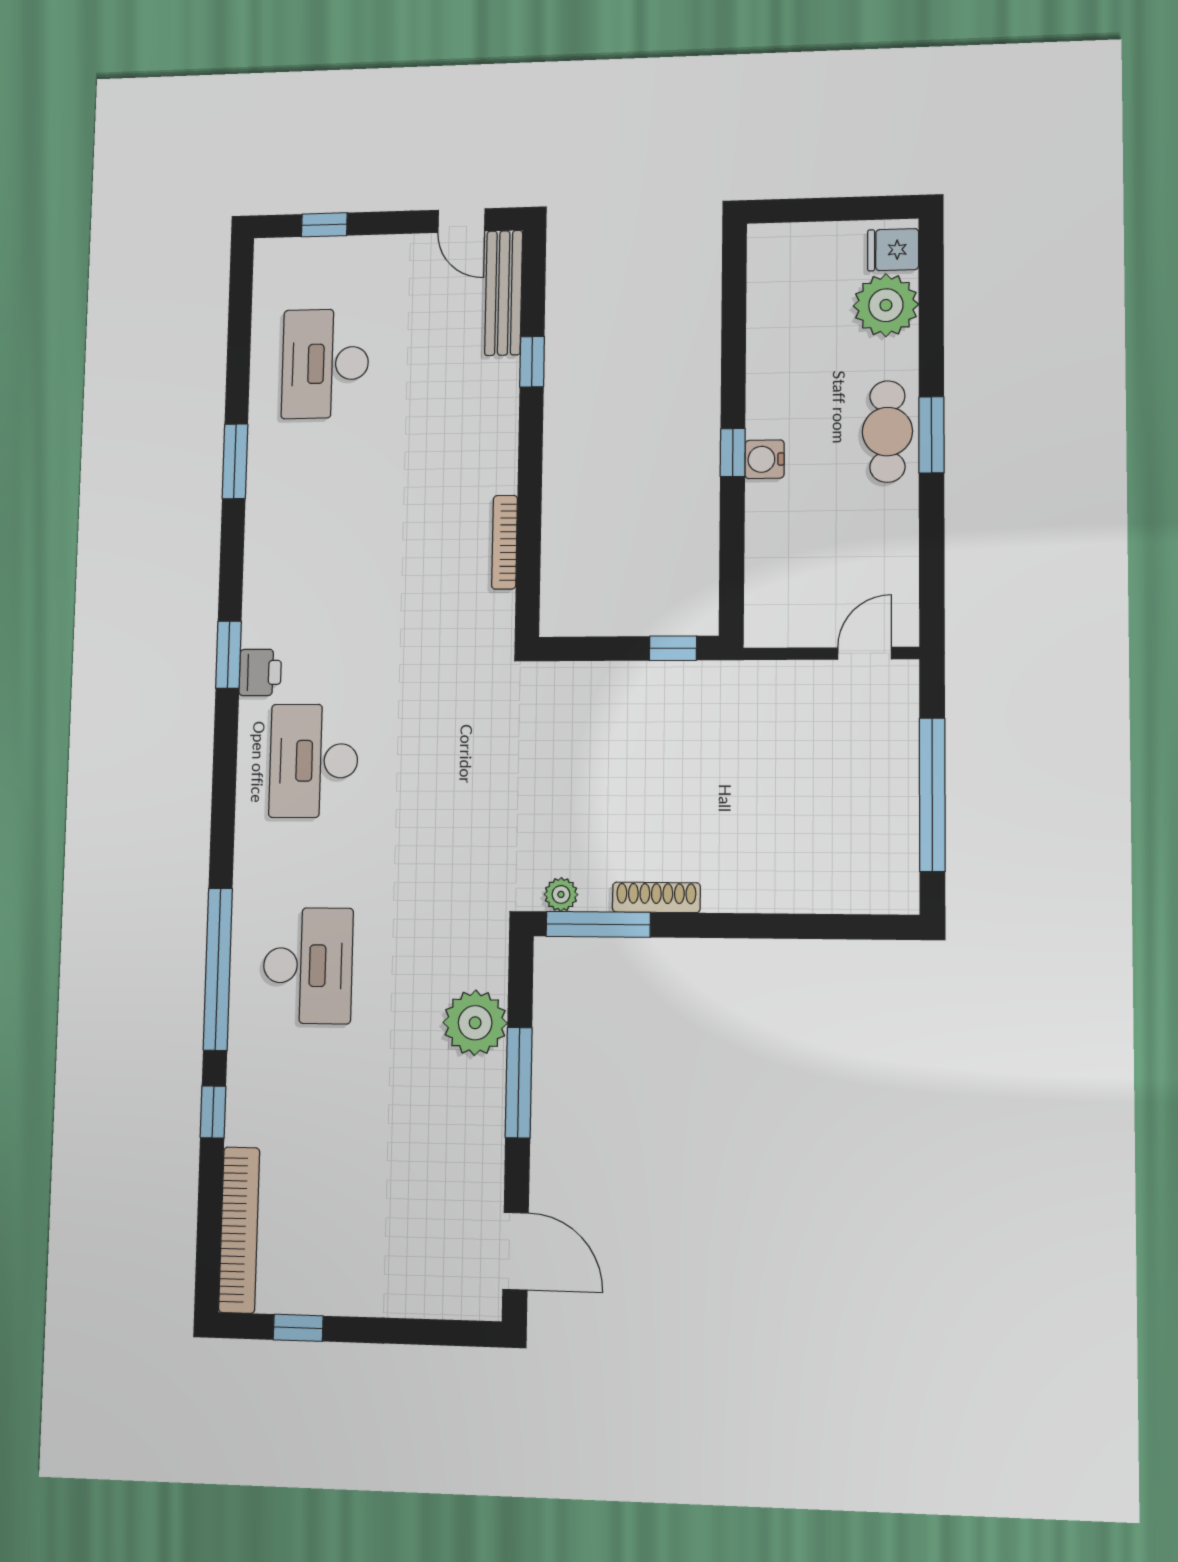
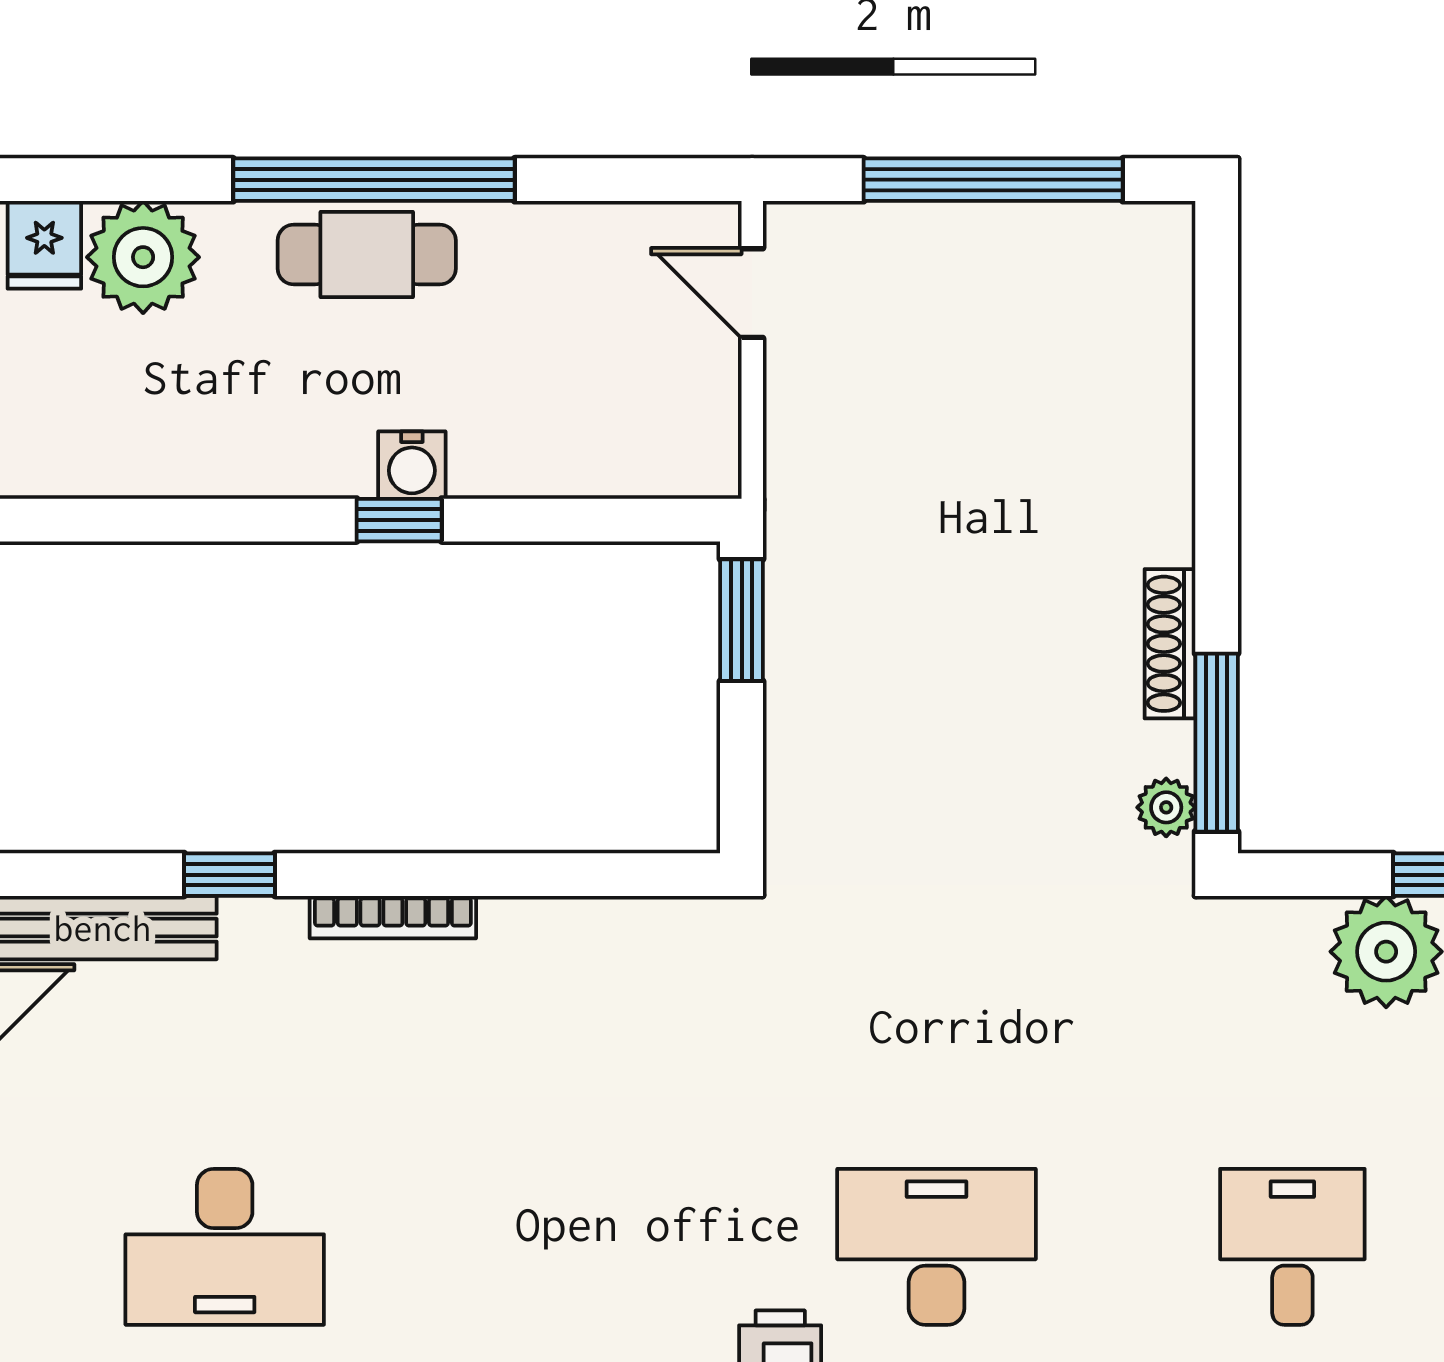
window: (931, 435) -> (374, 180), width x2.11
bookcase: (505, 542) -> (393, 917), moved
window: (673, 648) -> (742, 620), width x1.50
desk: (314, 761) -> (937, 1247), turned 180
desk: (308, 966) -> (1292, 1247), width x0.73

